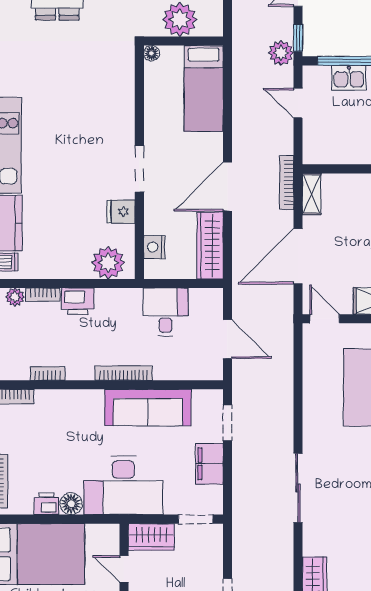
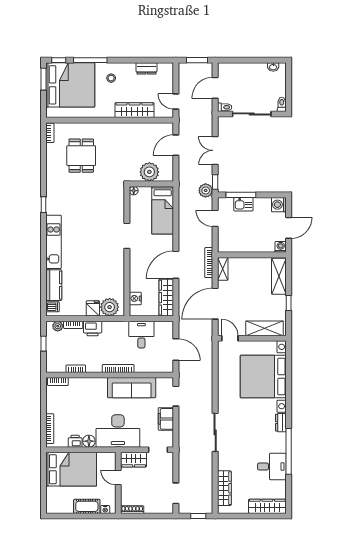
doorway: (139, 169) -> (127, 236), moved
fridge: (121, 212) -> (93, 308), moved, turned 90

